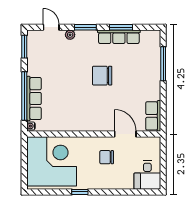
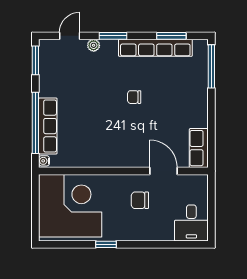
door: (51, 27) -> (70, 36), hinge flipped
window: (121, 27) -> (171, 36), moved
row of seats: (119, 37) -> (155, 48), width x1.36
window: (163, 64) -> (211, 66), moved
chair: (102, 76) -> (134, 97), width x0.54, depth x0.54

